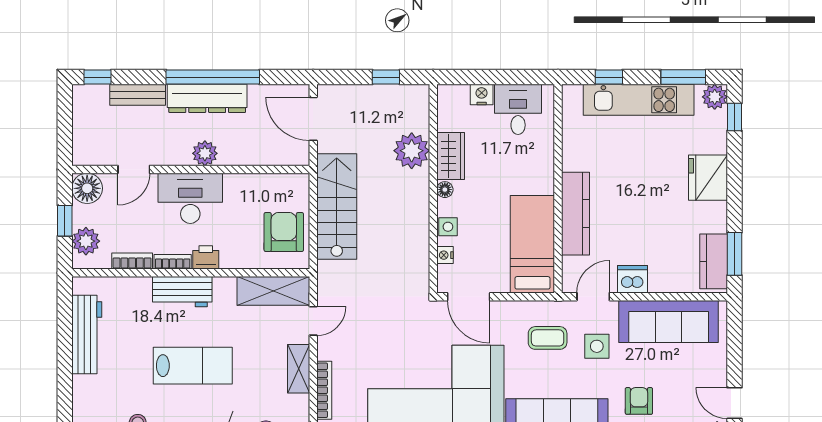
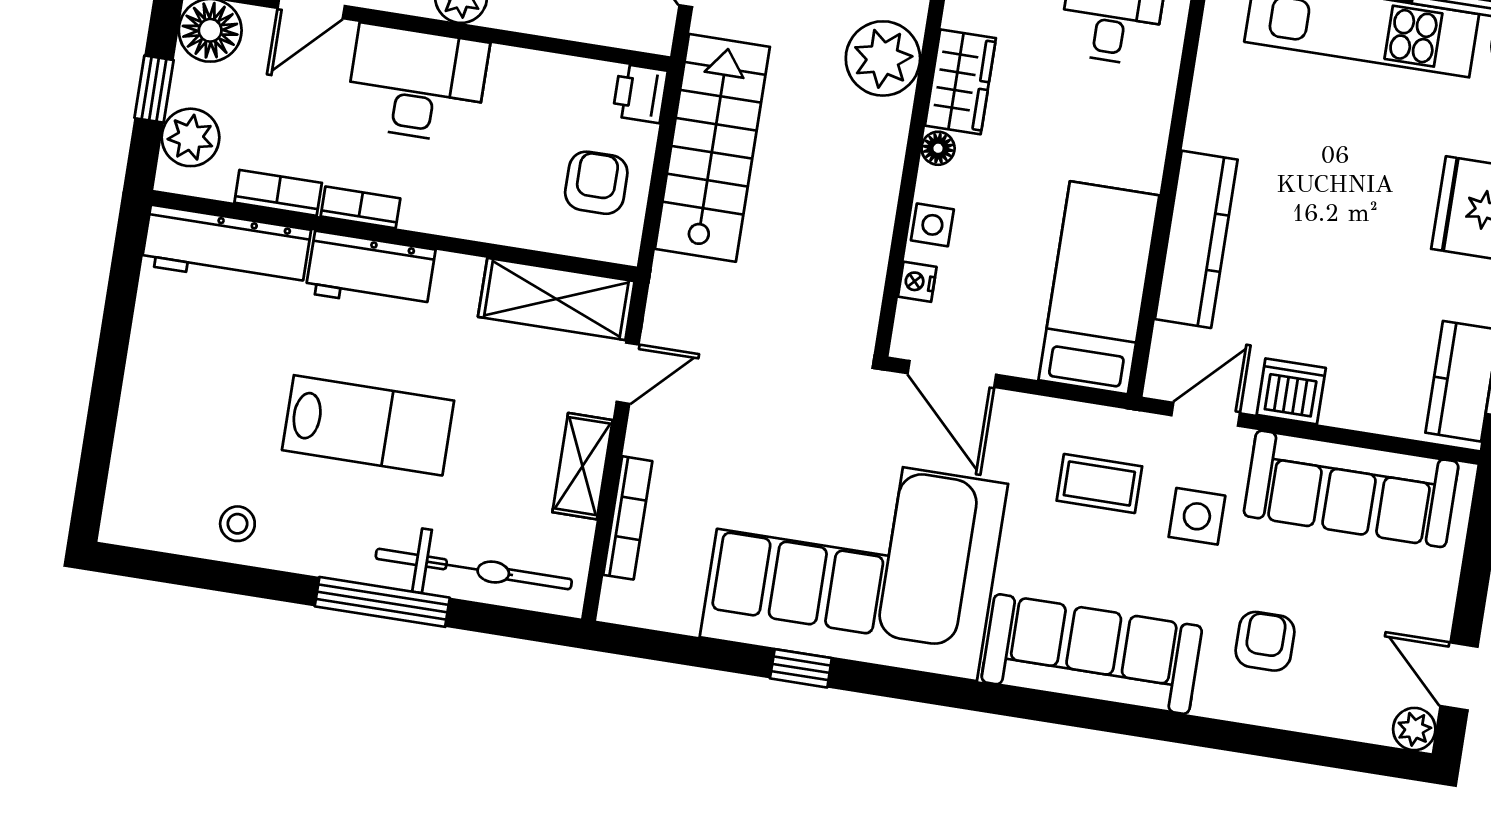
armchair: (284, 232) -> (596, 183), width x0.72, depth x0.72
printer: (206, 257) -> (640, 93), moved, turned -90
workbench: (87, 335) -> (226, 247), moved, turned 90

